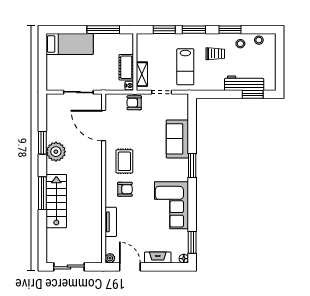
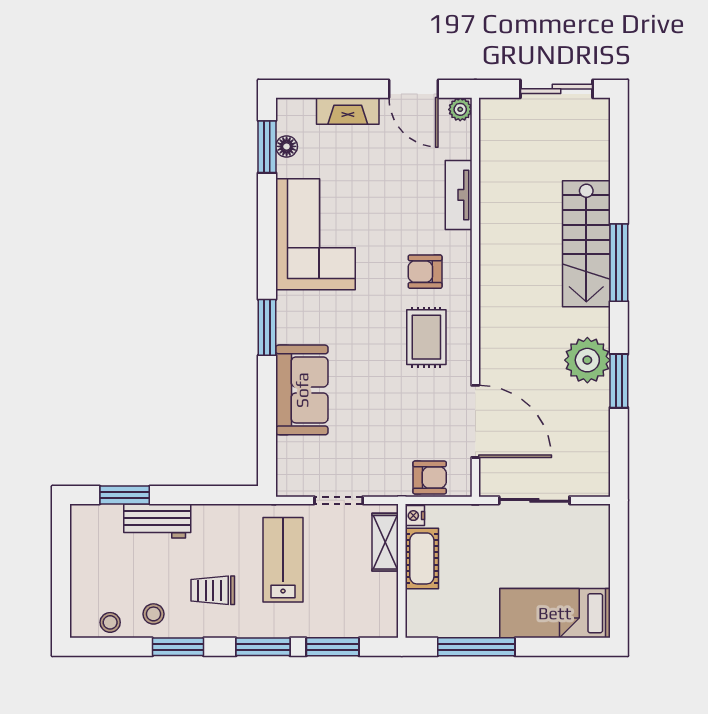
workbench: (244, 83) -> (157, 521), width x0.73
armchair: (134, 103) -> (430, 477), moved
floor lamp: (184, 259) -> (287, 146), moved

